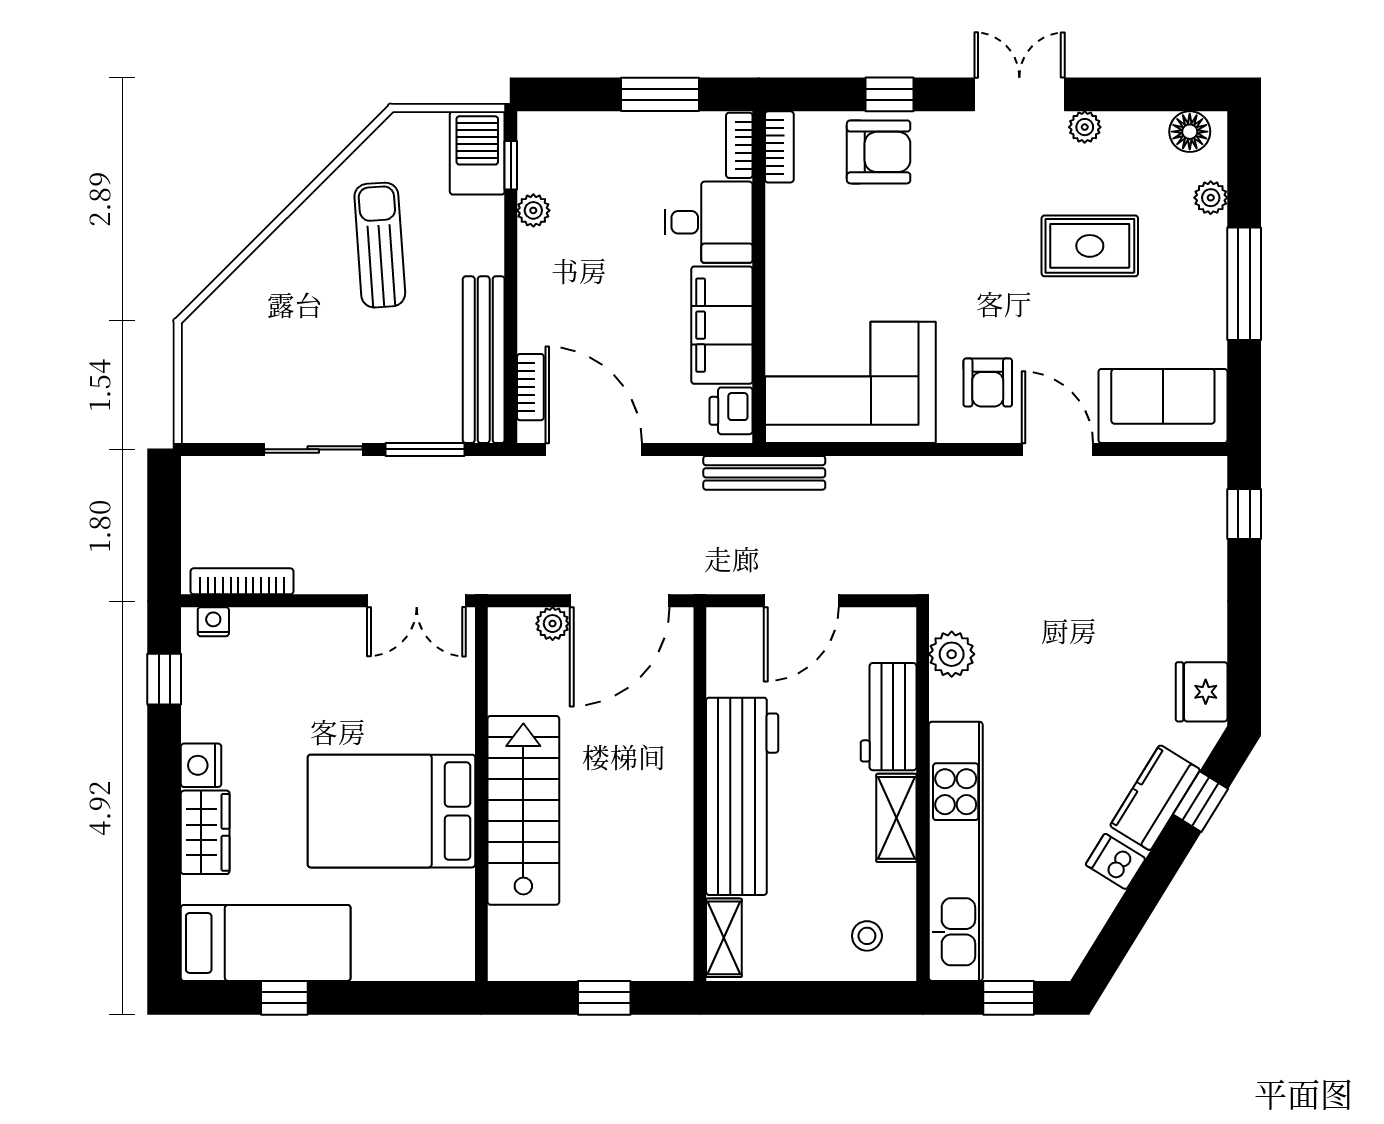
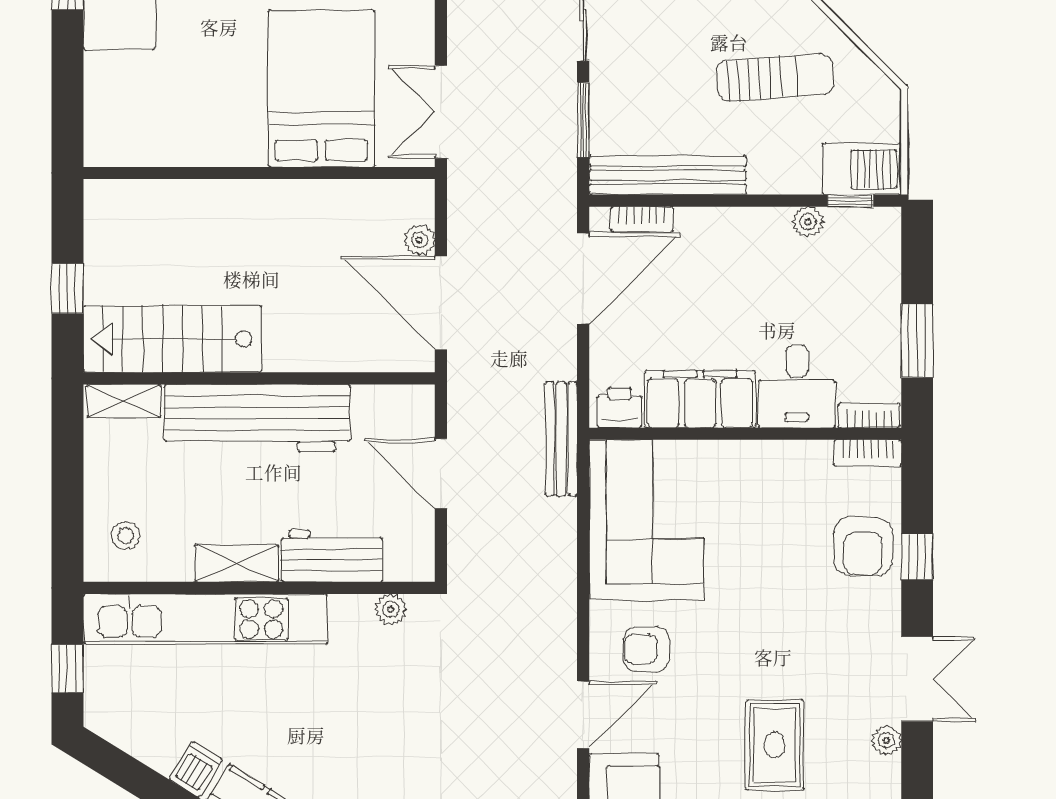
plant: (952, 654) -> (391, 609), width x0.73, depth x0.73
stairs: (523, 810) -> (172, 339), moved, turned 180
bed: (391, 811) -> (321, 88), moved

